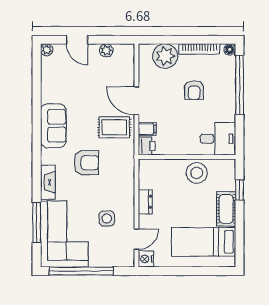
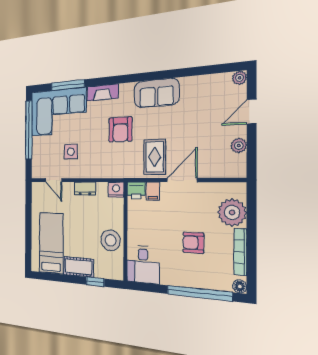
nightstand: (146, 259) -> (116, 190), moved

